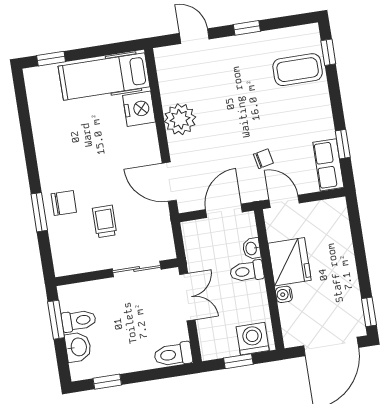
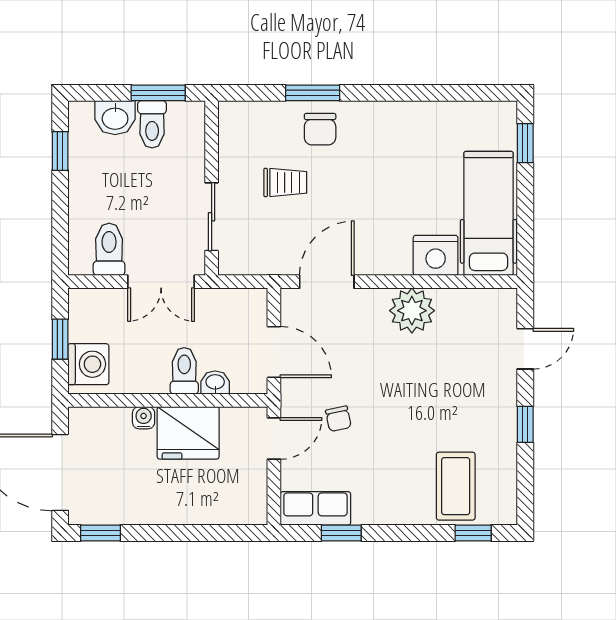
toilet: (173, 354) -> (109, 249), moved

